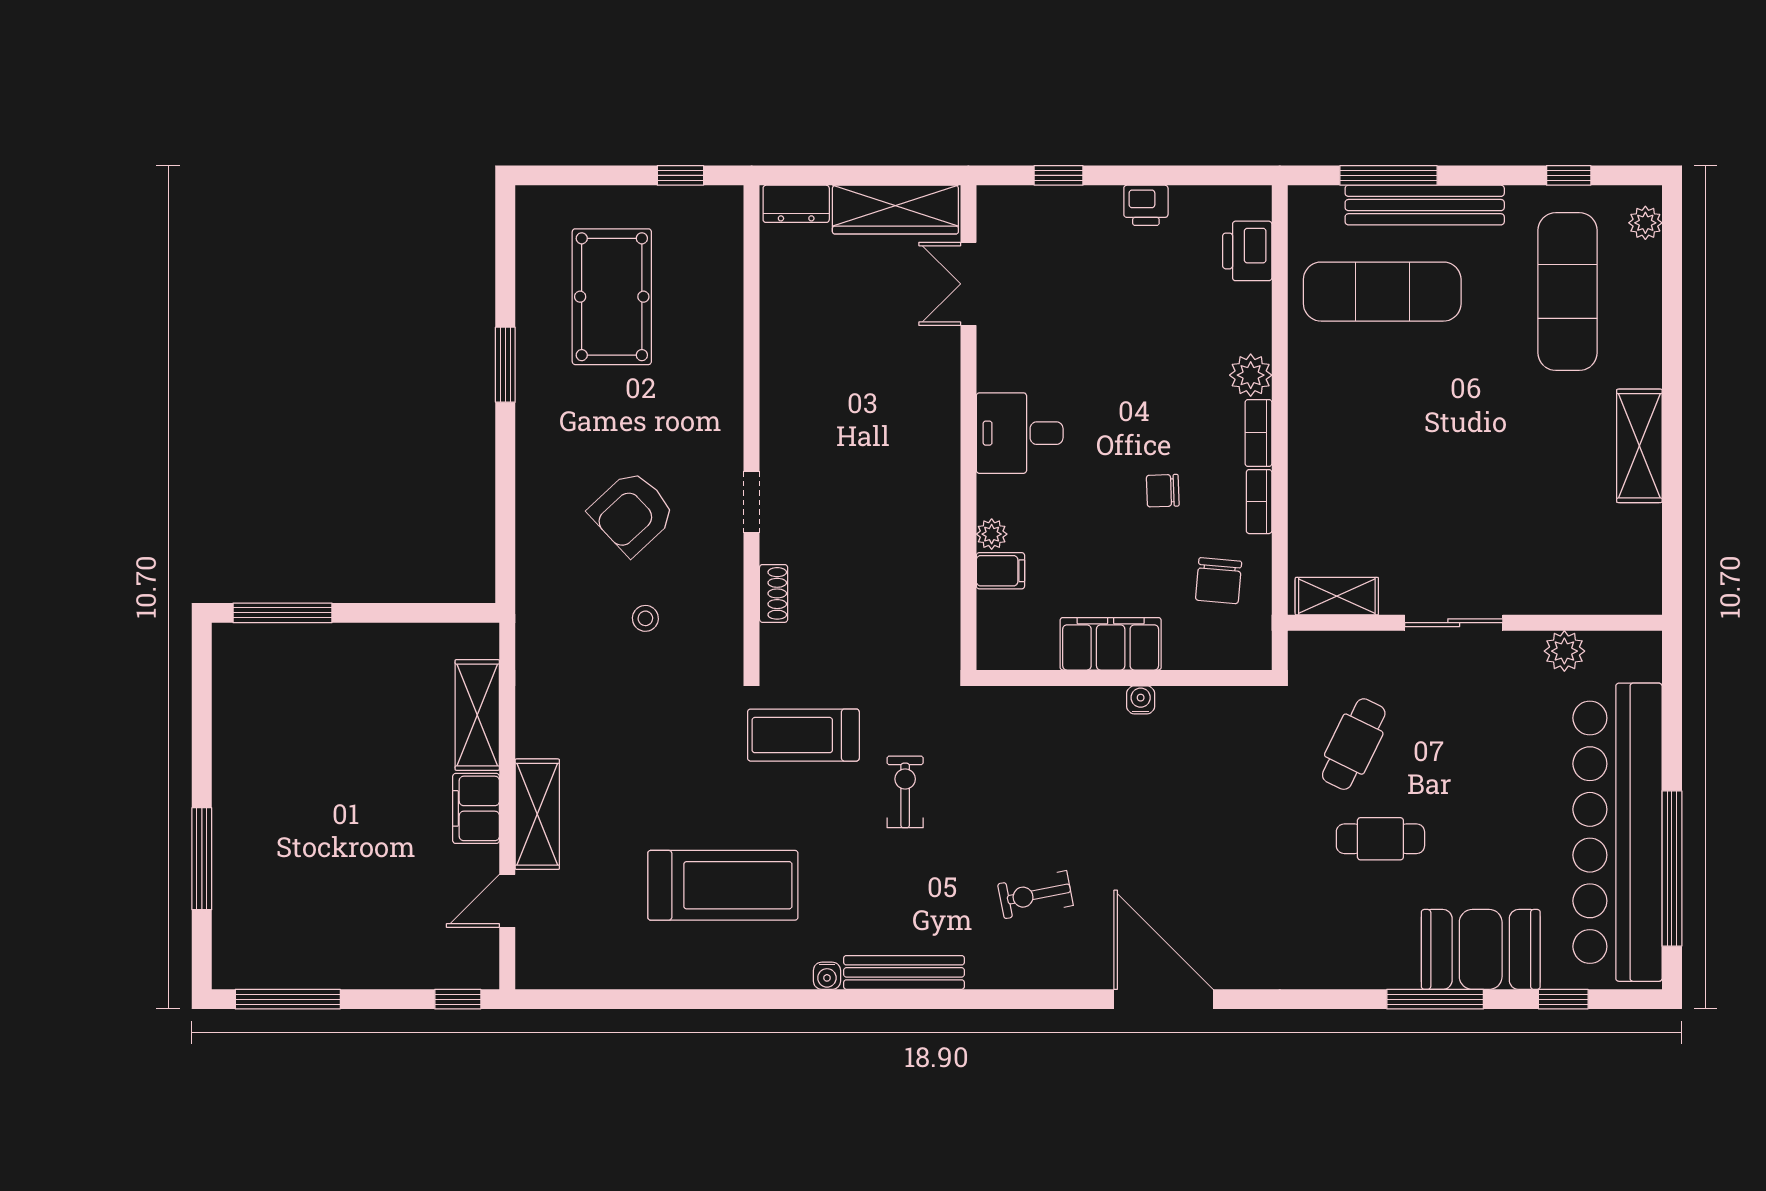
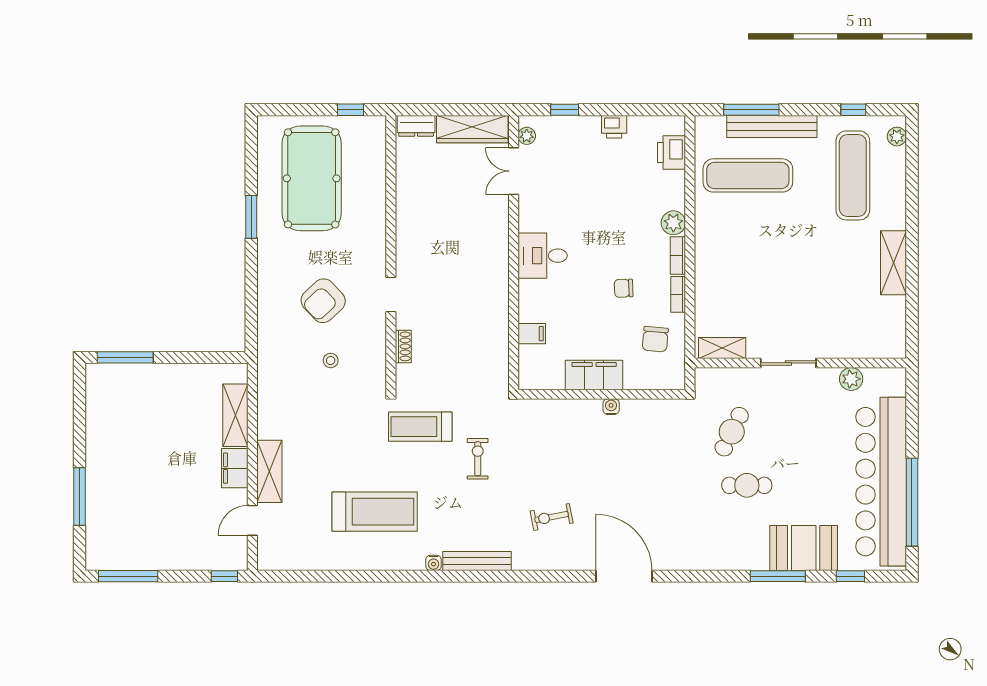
pool table: (612, 297) -> (312, 178), width x1.36, depth x1.32
plant: (992, 534) -> (527, 136), moved

